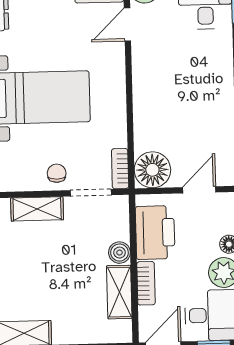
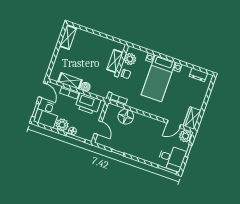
door: (127, 24) -> (174, 124), swing flipped
floor lamp: (152, 170) -> (126, 117), moved
plant: (20, 177) -> (130, 59), added

